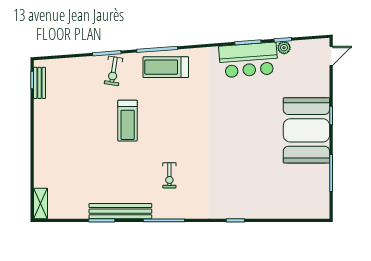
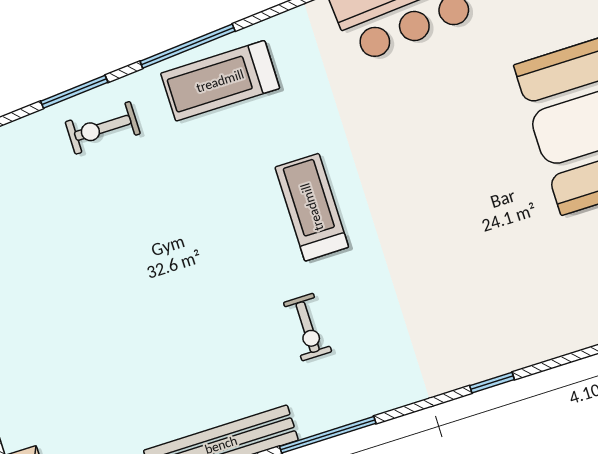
exercise bike: (113, 71) -> (103, 128), turned 81
treadmill: (128, 121) -> (312, 207), moved, turned 180

